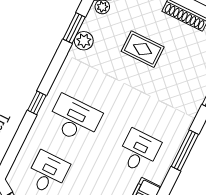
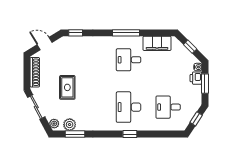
plant: (84, 41) -> (70, 125), moved
window: (185, 150) -> (126, 33), moved

